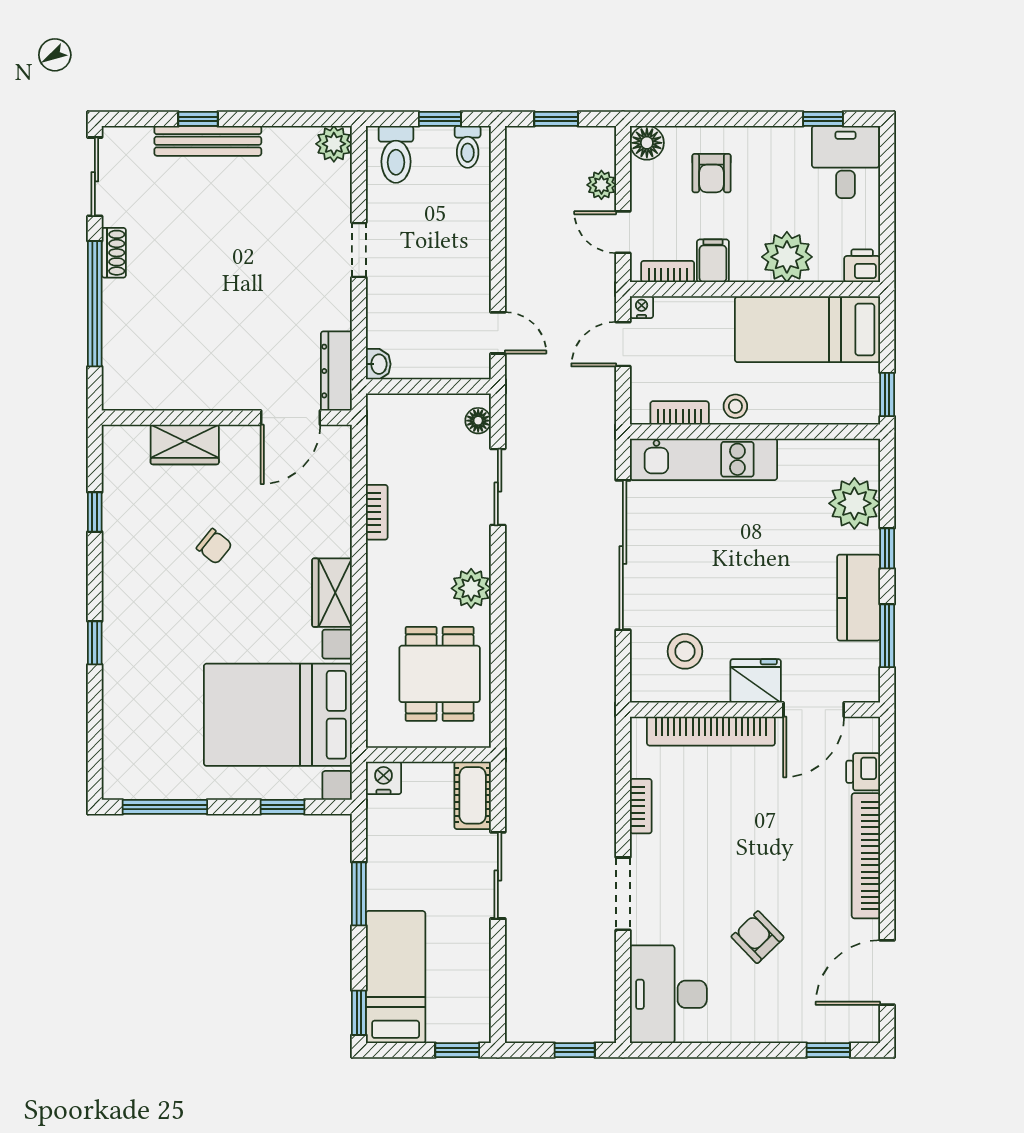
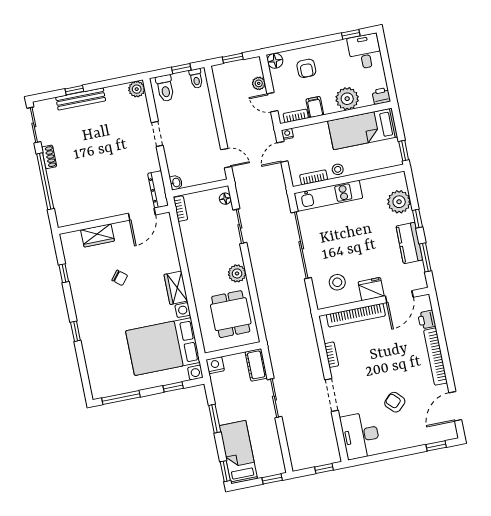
bookcase: (377, 512) -> (181, 209), moved

